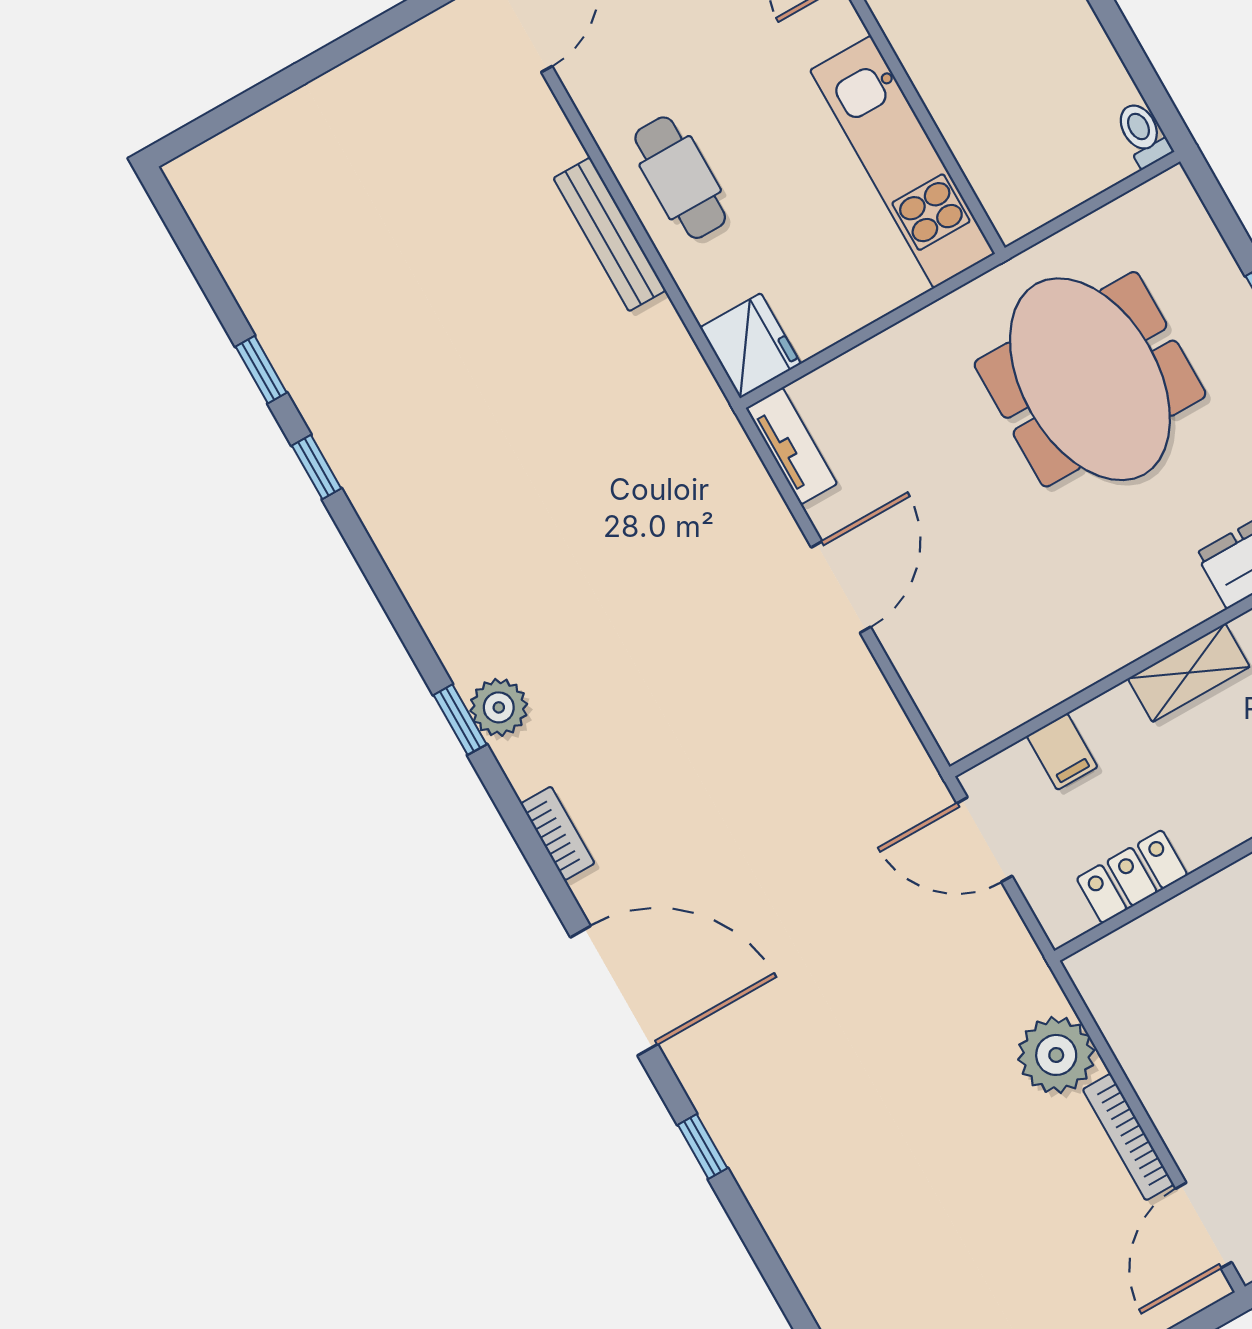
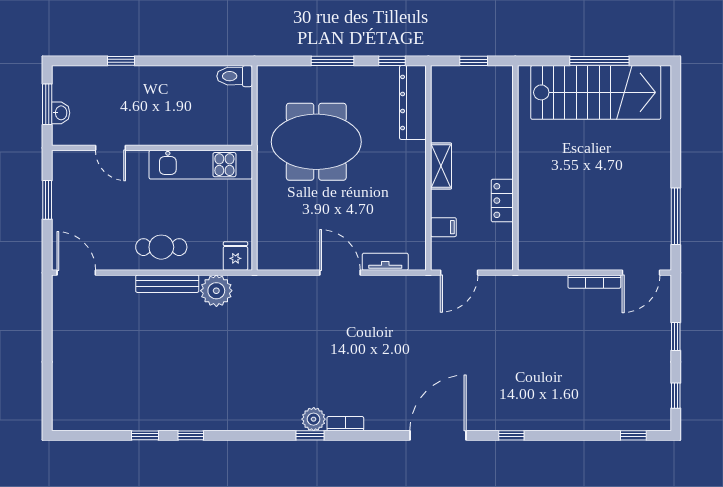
toilet: (1143, 134) -> (235, 76), width x1.37, depth x1.39
fridge: (750, 346) -> (235, 256), width x0.72
tv unit: (791, 446) -> (385, 262), moved
bookcase: (558, 833) -> (345, 424), moved
locker: (1132, 877) -> (502, 201), moved
plant: (1056, 1055) -> (216, 291), moved
door: (1204, 1225) -> (641, 273), hinge flipped

